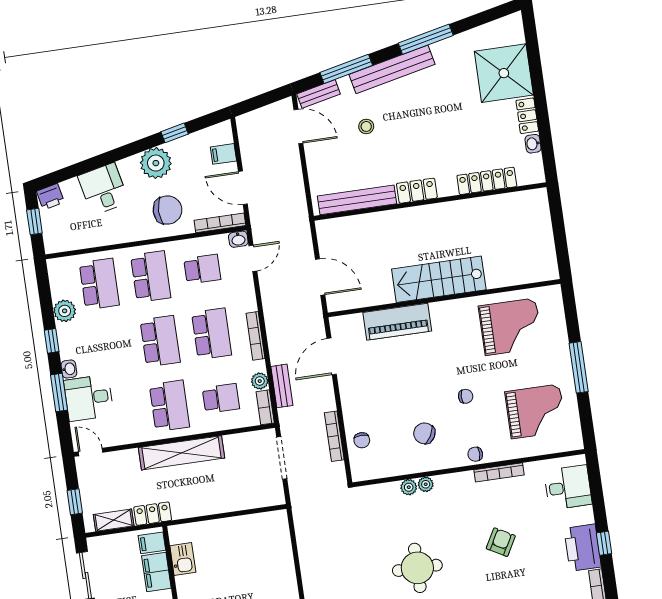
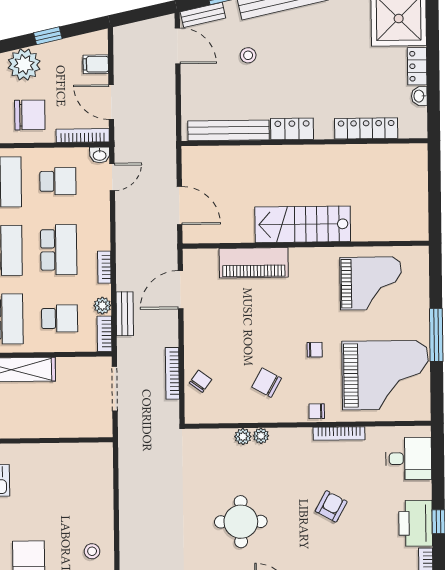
bookcase: (256, 336) -> (104, 267), width x0.64
grand piano: (536, 411) -> (385, 375), width x1.37, depth x1.48
chair: (362, 440) -> (201, 381), turned -144

